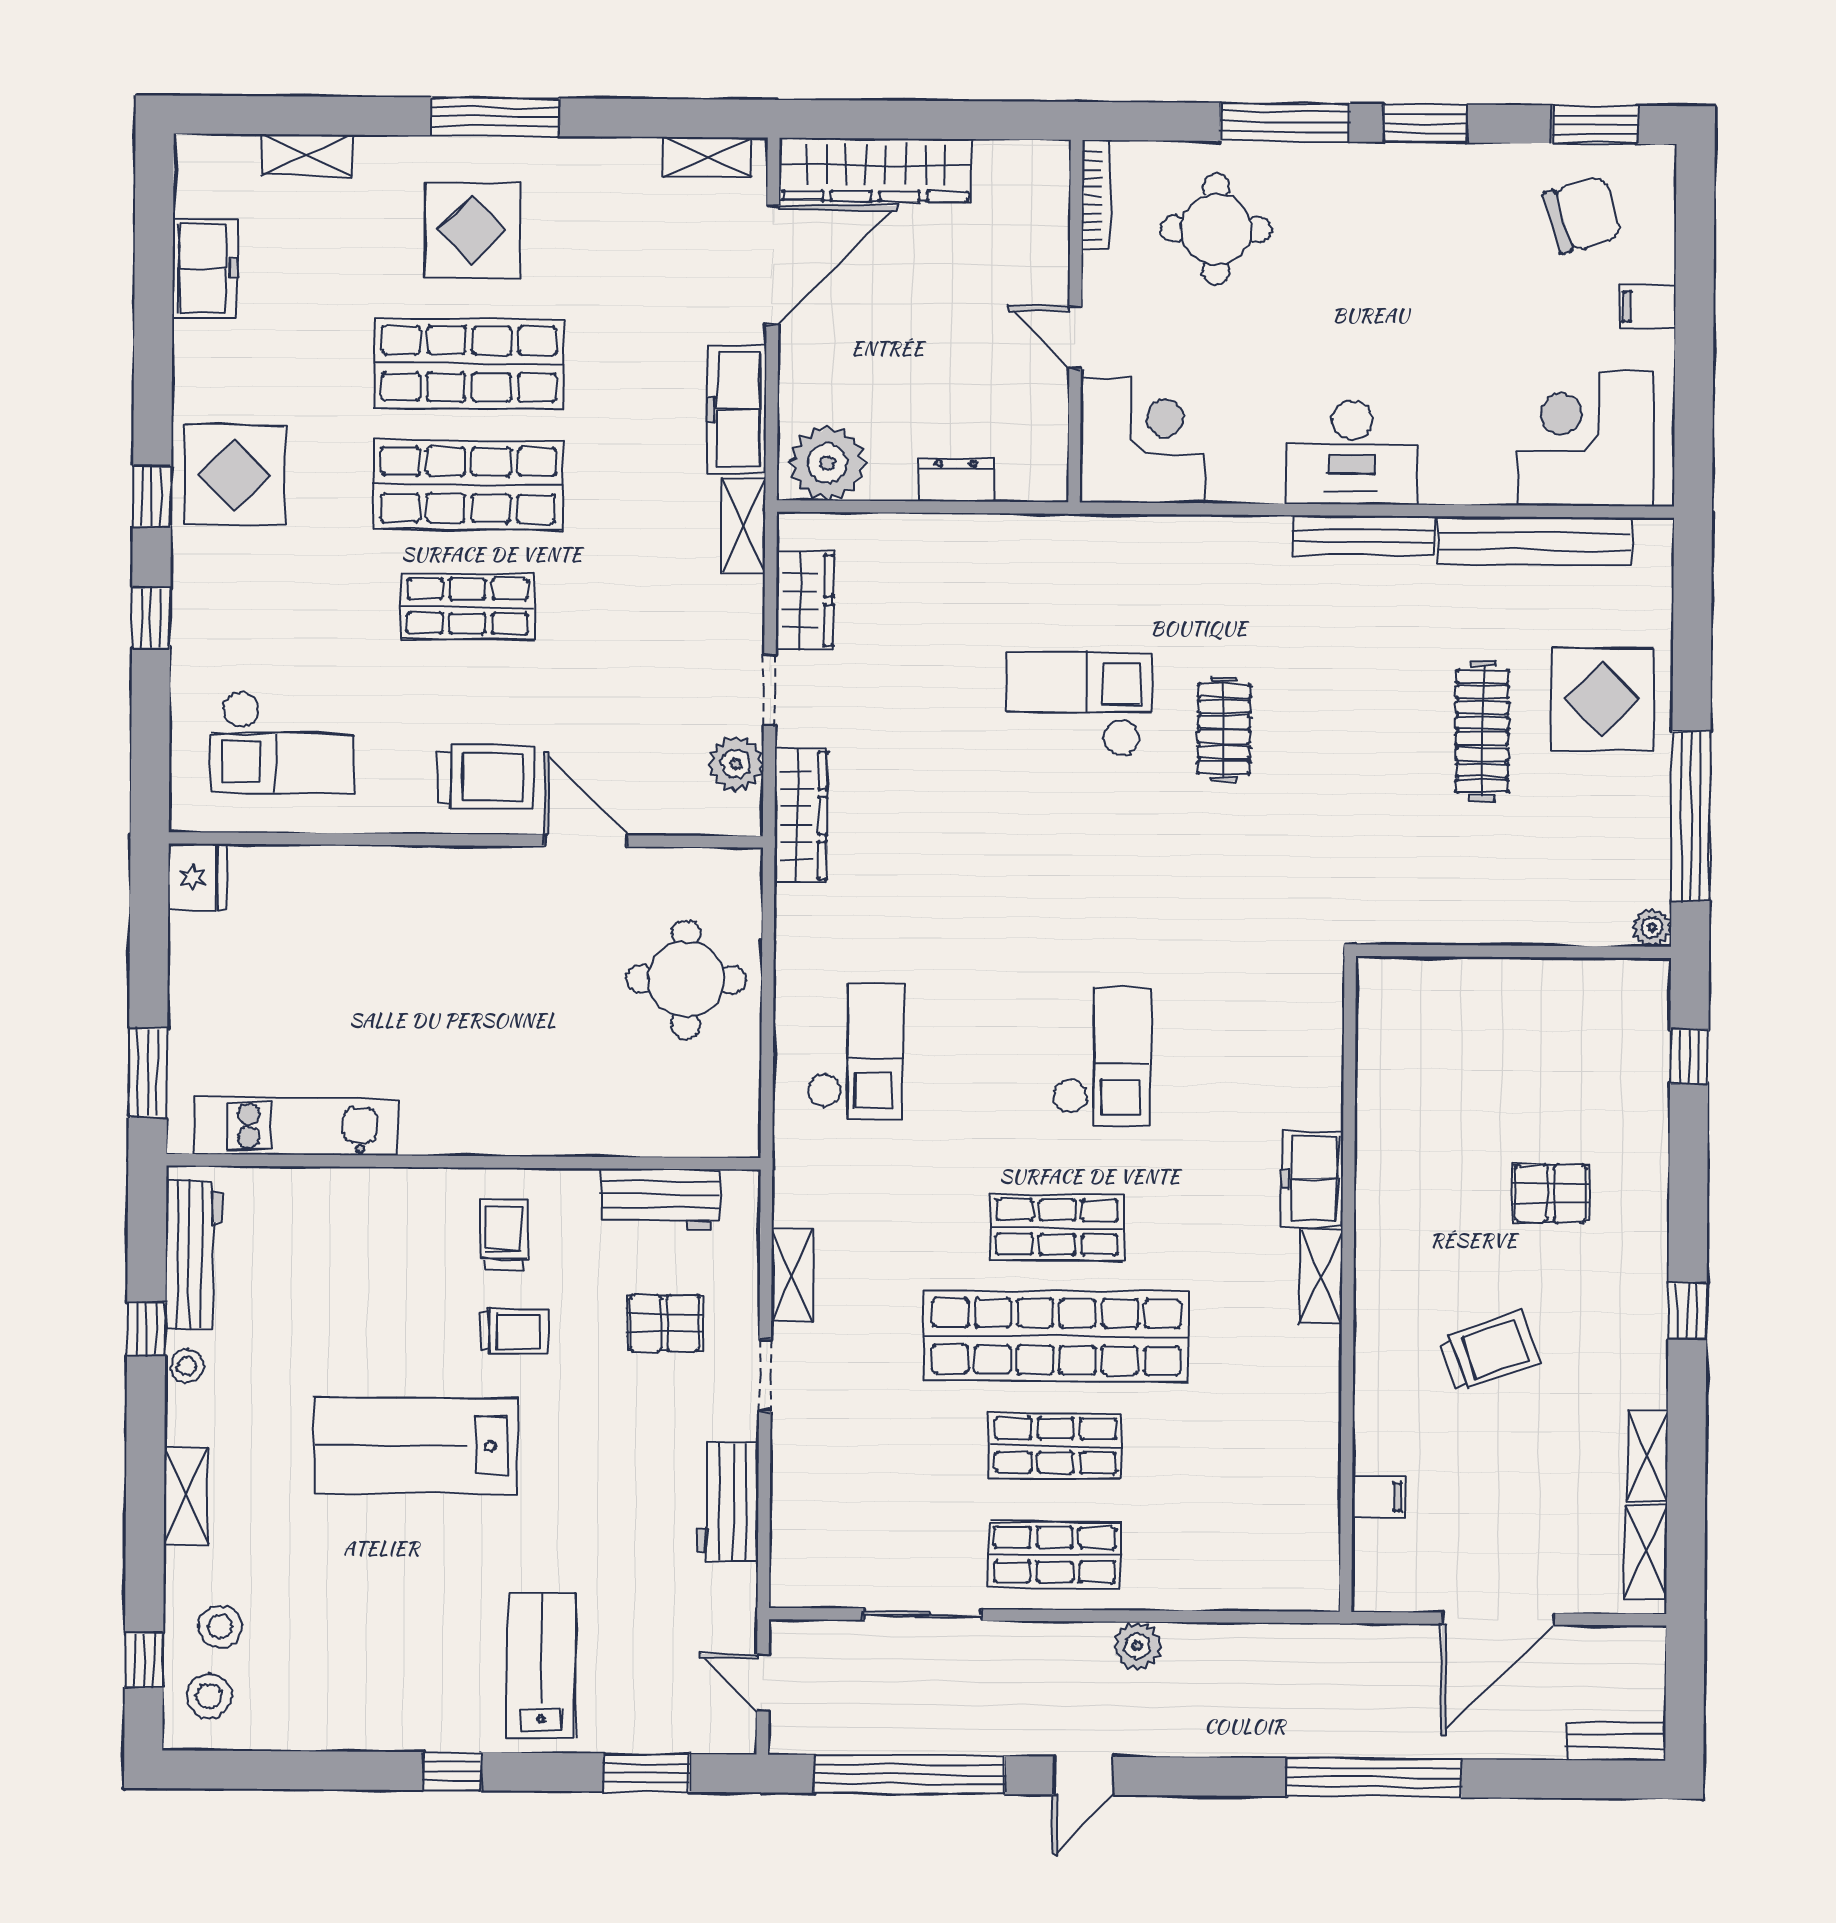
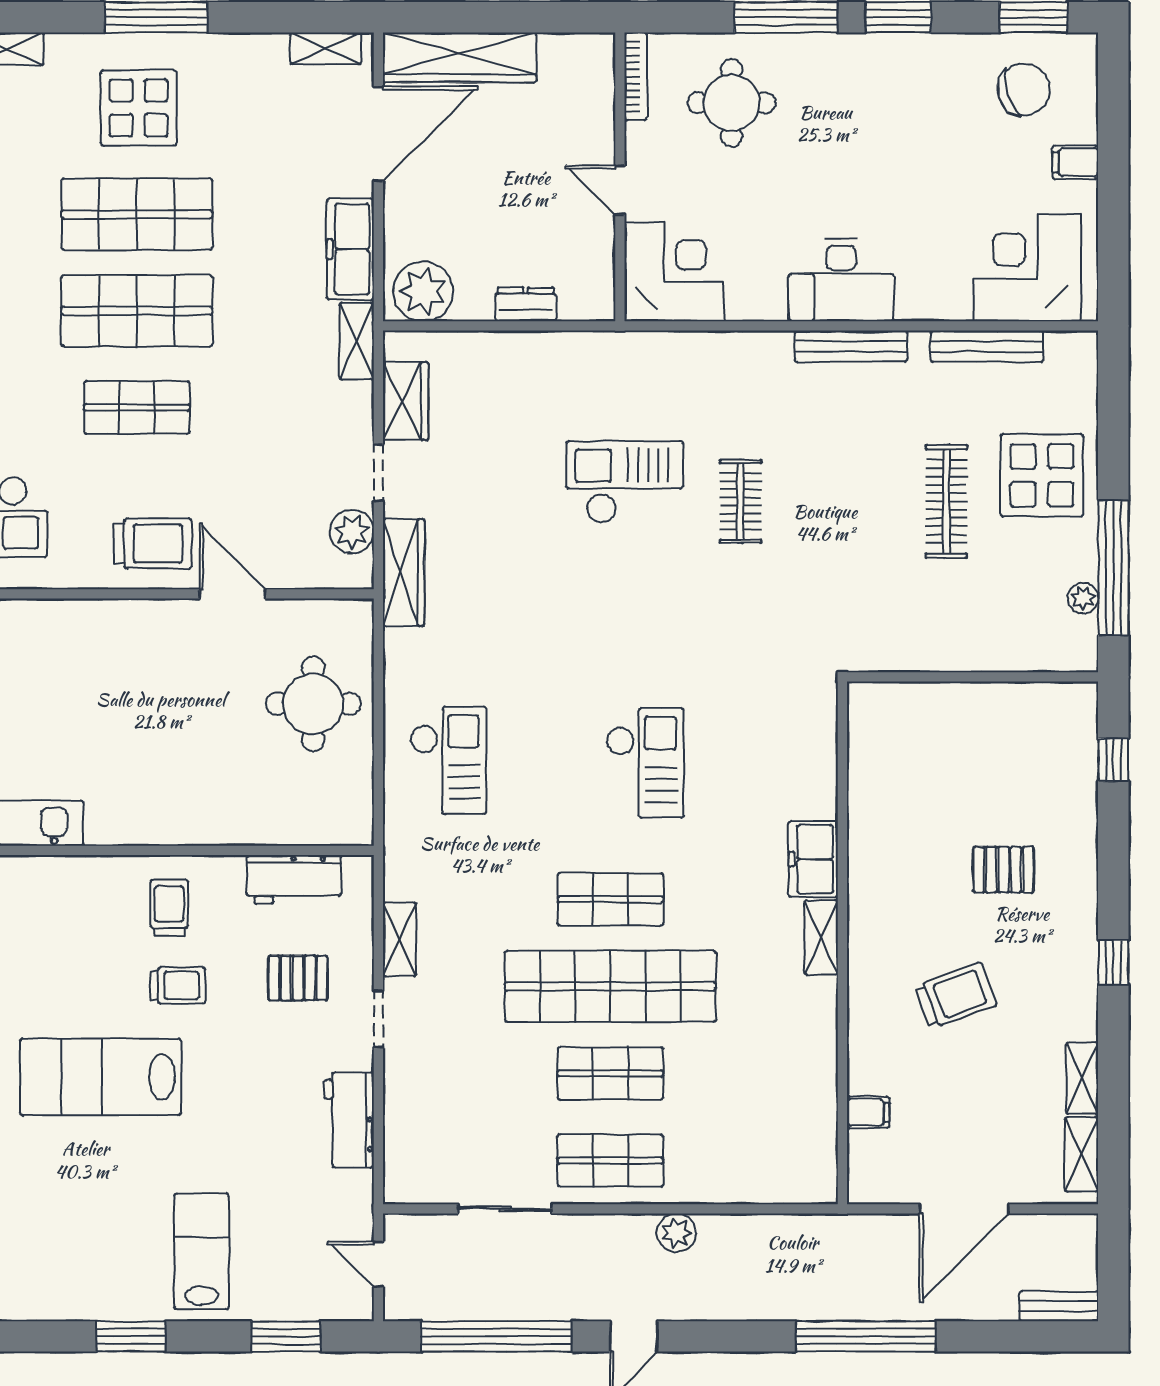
bench: (1534, 541) -> (987, 346), width x0.73, depth x0.82
plant: (1652, 927) -> (1083, 598), moved
window: (452, 1771) -> (131, 1336), width x1.50

